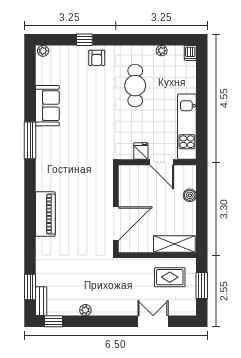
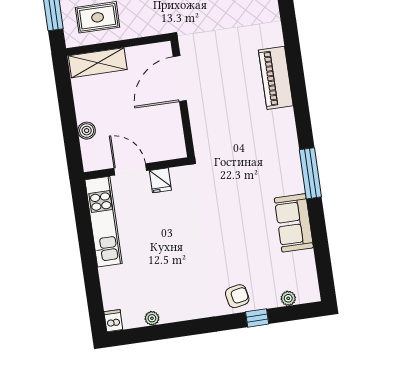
plant: (43, 51) -> (288, 298), moved
armchair: (97, 58) -> (237, 296), turned 79
cafe table: (135, 86) -> (181, 266), removed

